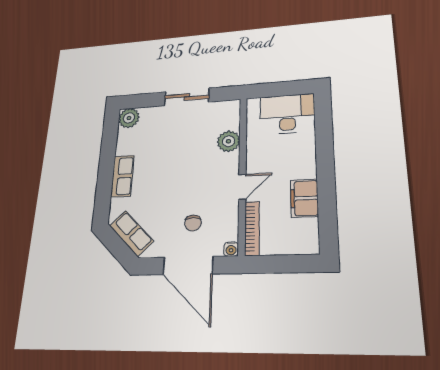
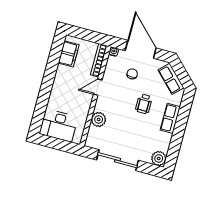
sliding door: (187, 97) -> (117, 160), width x1.37
wheelchair: (165, 184) -> (144, 104), added
filing cabinet: (304, 198) -> (69, 54), moved

